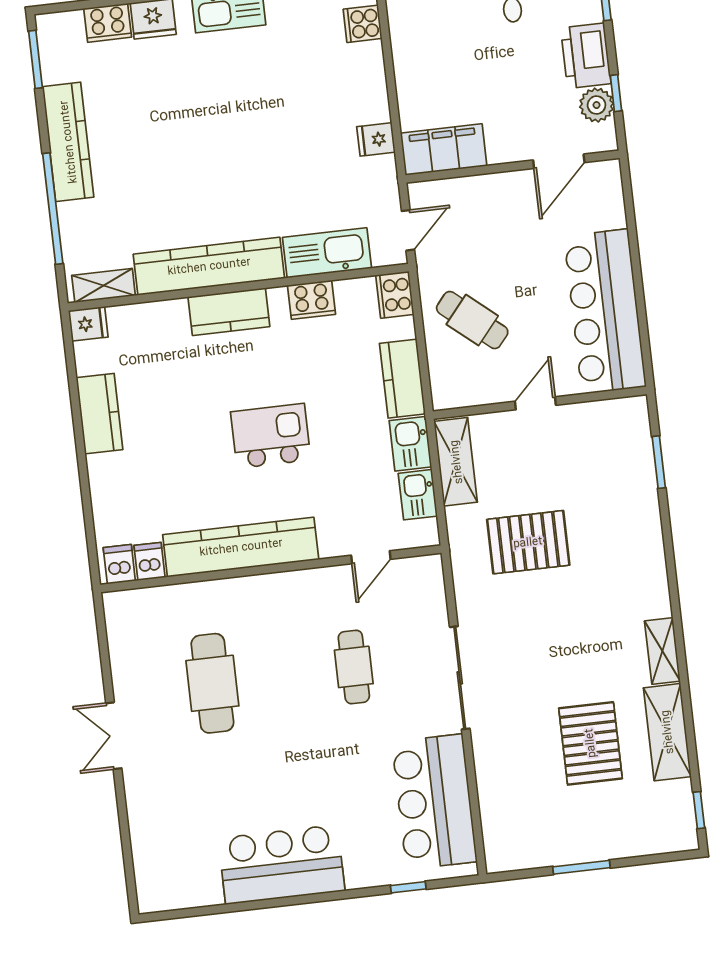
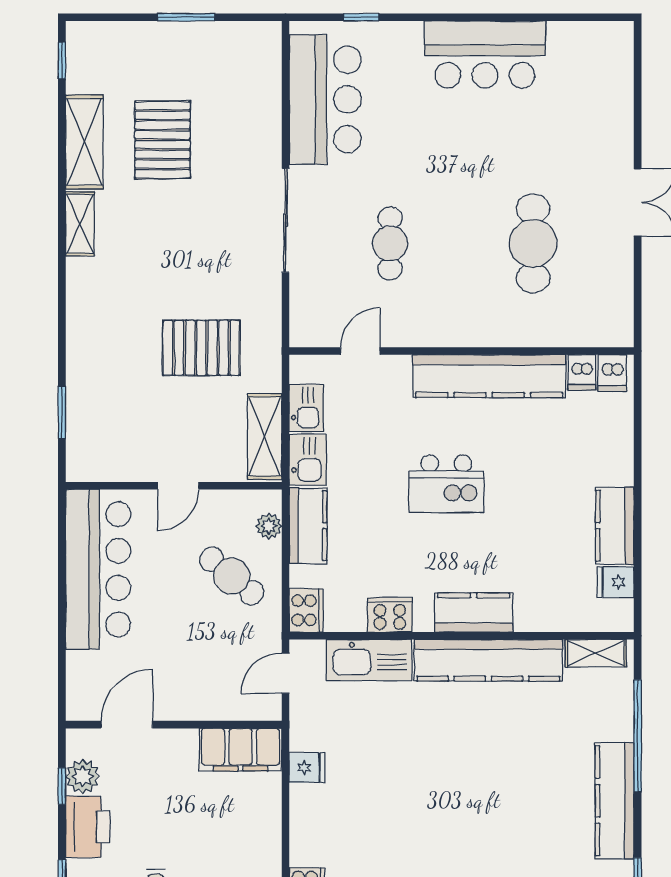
fridge: (88, 324) -> (616, 582), moved
plant: (441, 374) -> (269, 526), added

